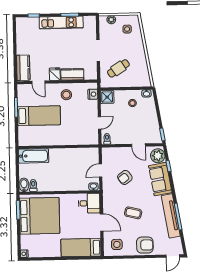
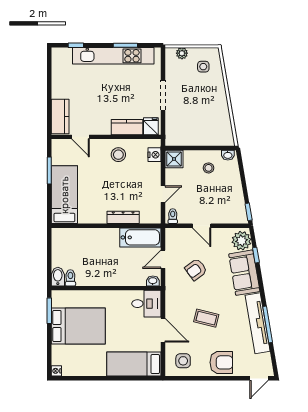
kitchen unit: (61, 23) -> (113, 56), width x1.36
cafe table: (118, 68) -> (190, 120), removed
fridge: (55, 74) -> (151, 126), moved
bed: (39, 116) -> (64, 195), moved, turned -90
dresser: (71, 140) -> (123, 217), added
door: (138, 145) -> (202, 226), moved
bathtub: (34, 156) -> (140, 237), moved
bed: (40, 216) -> (78, 326), width x0.73

